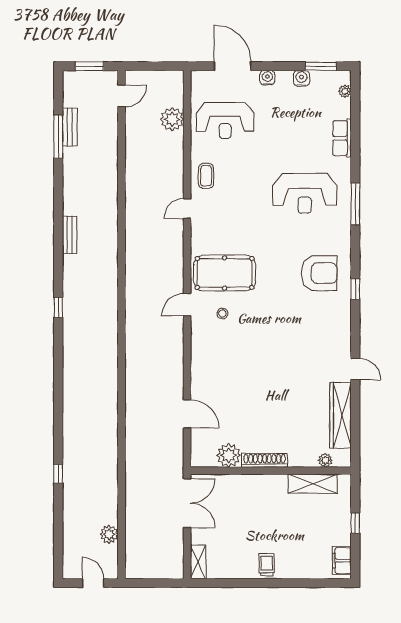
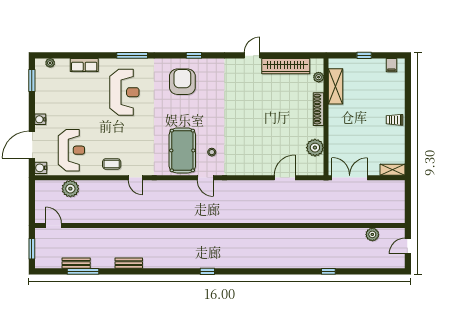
water cooler: (301, 78) -> (41, 168), moved
bench: (70, 235) -> (129, 263), moved
shoe rack: (265, 460) -> (319, 109), moved
filing cabinet: (342, 561) -> (391, 65), width x0.50

